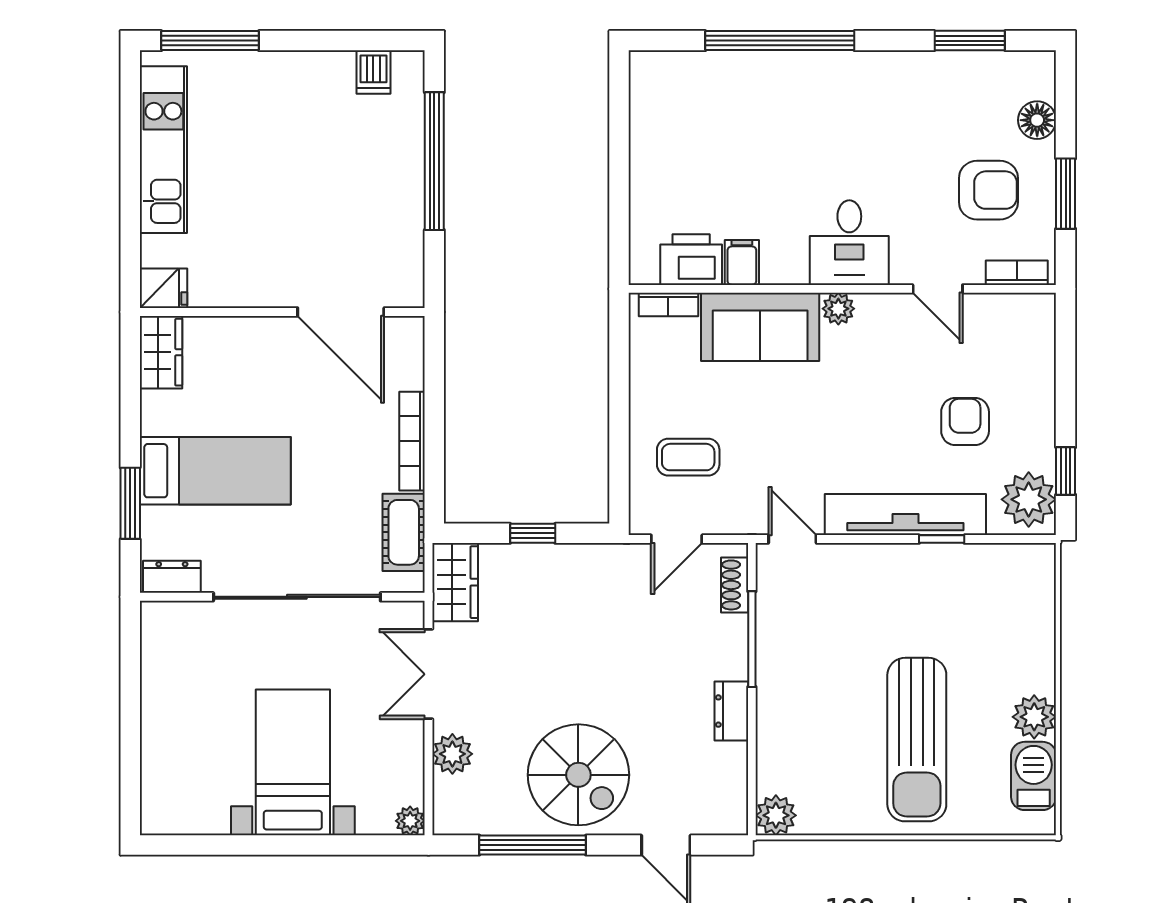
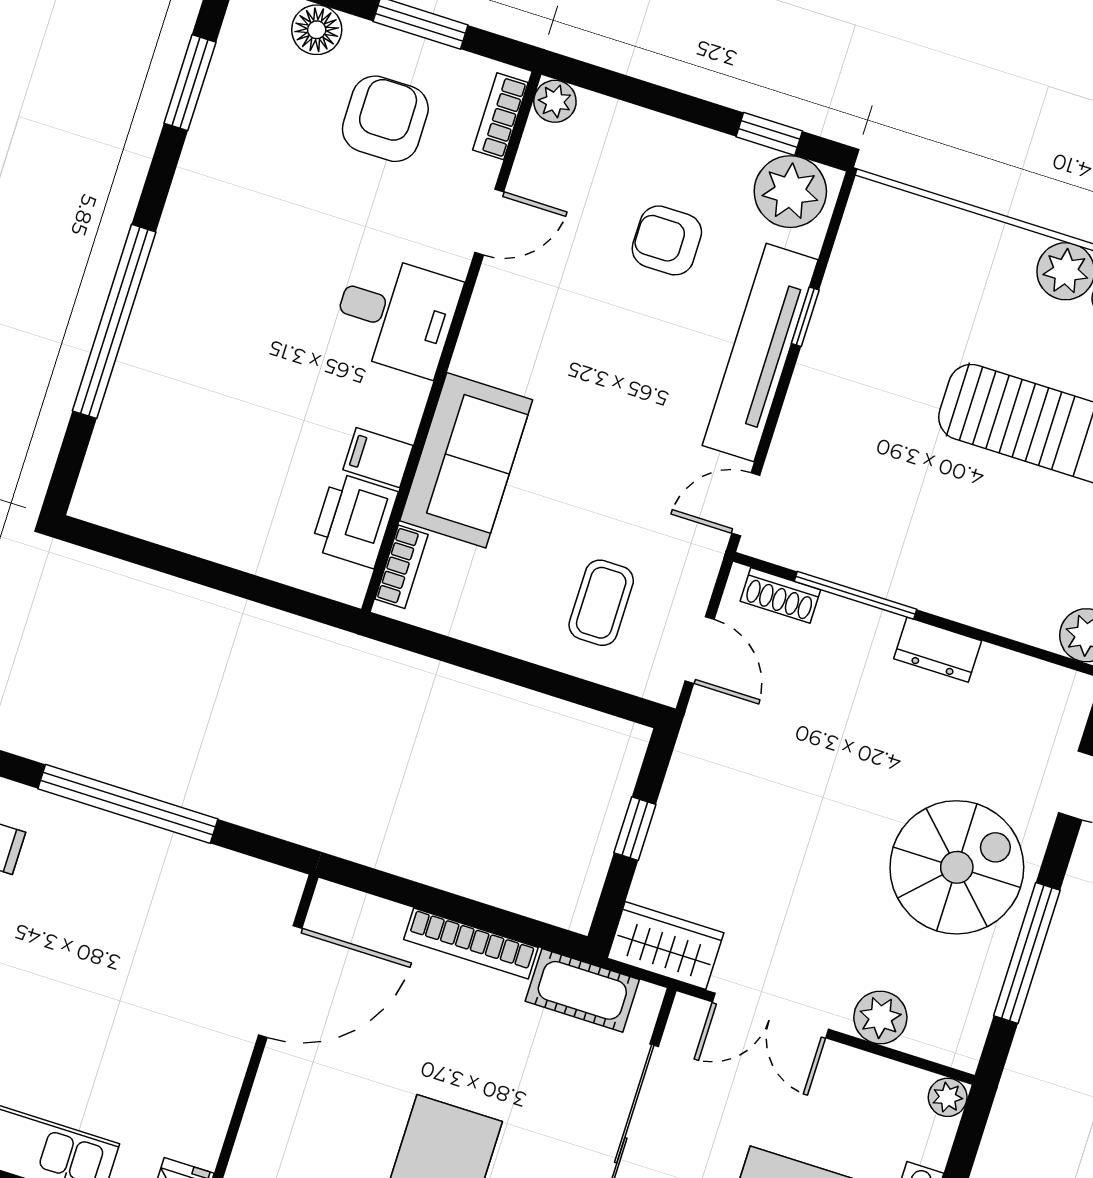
plant: (838, 309) -> (555, 101), moved

